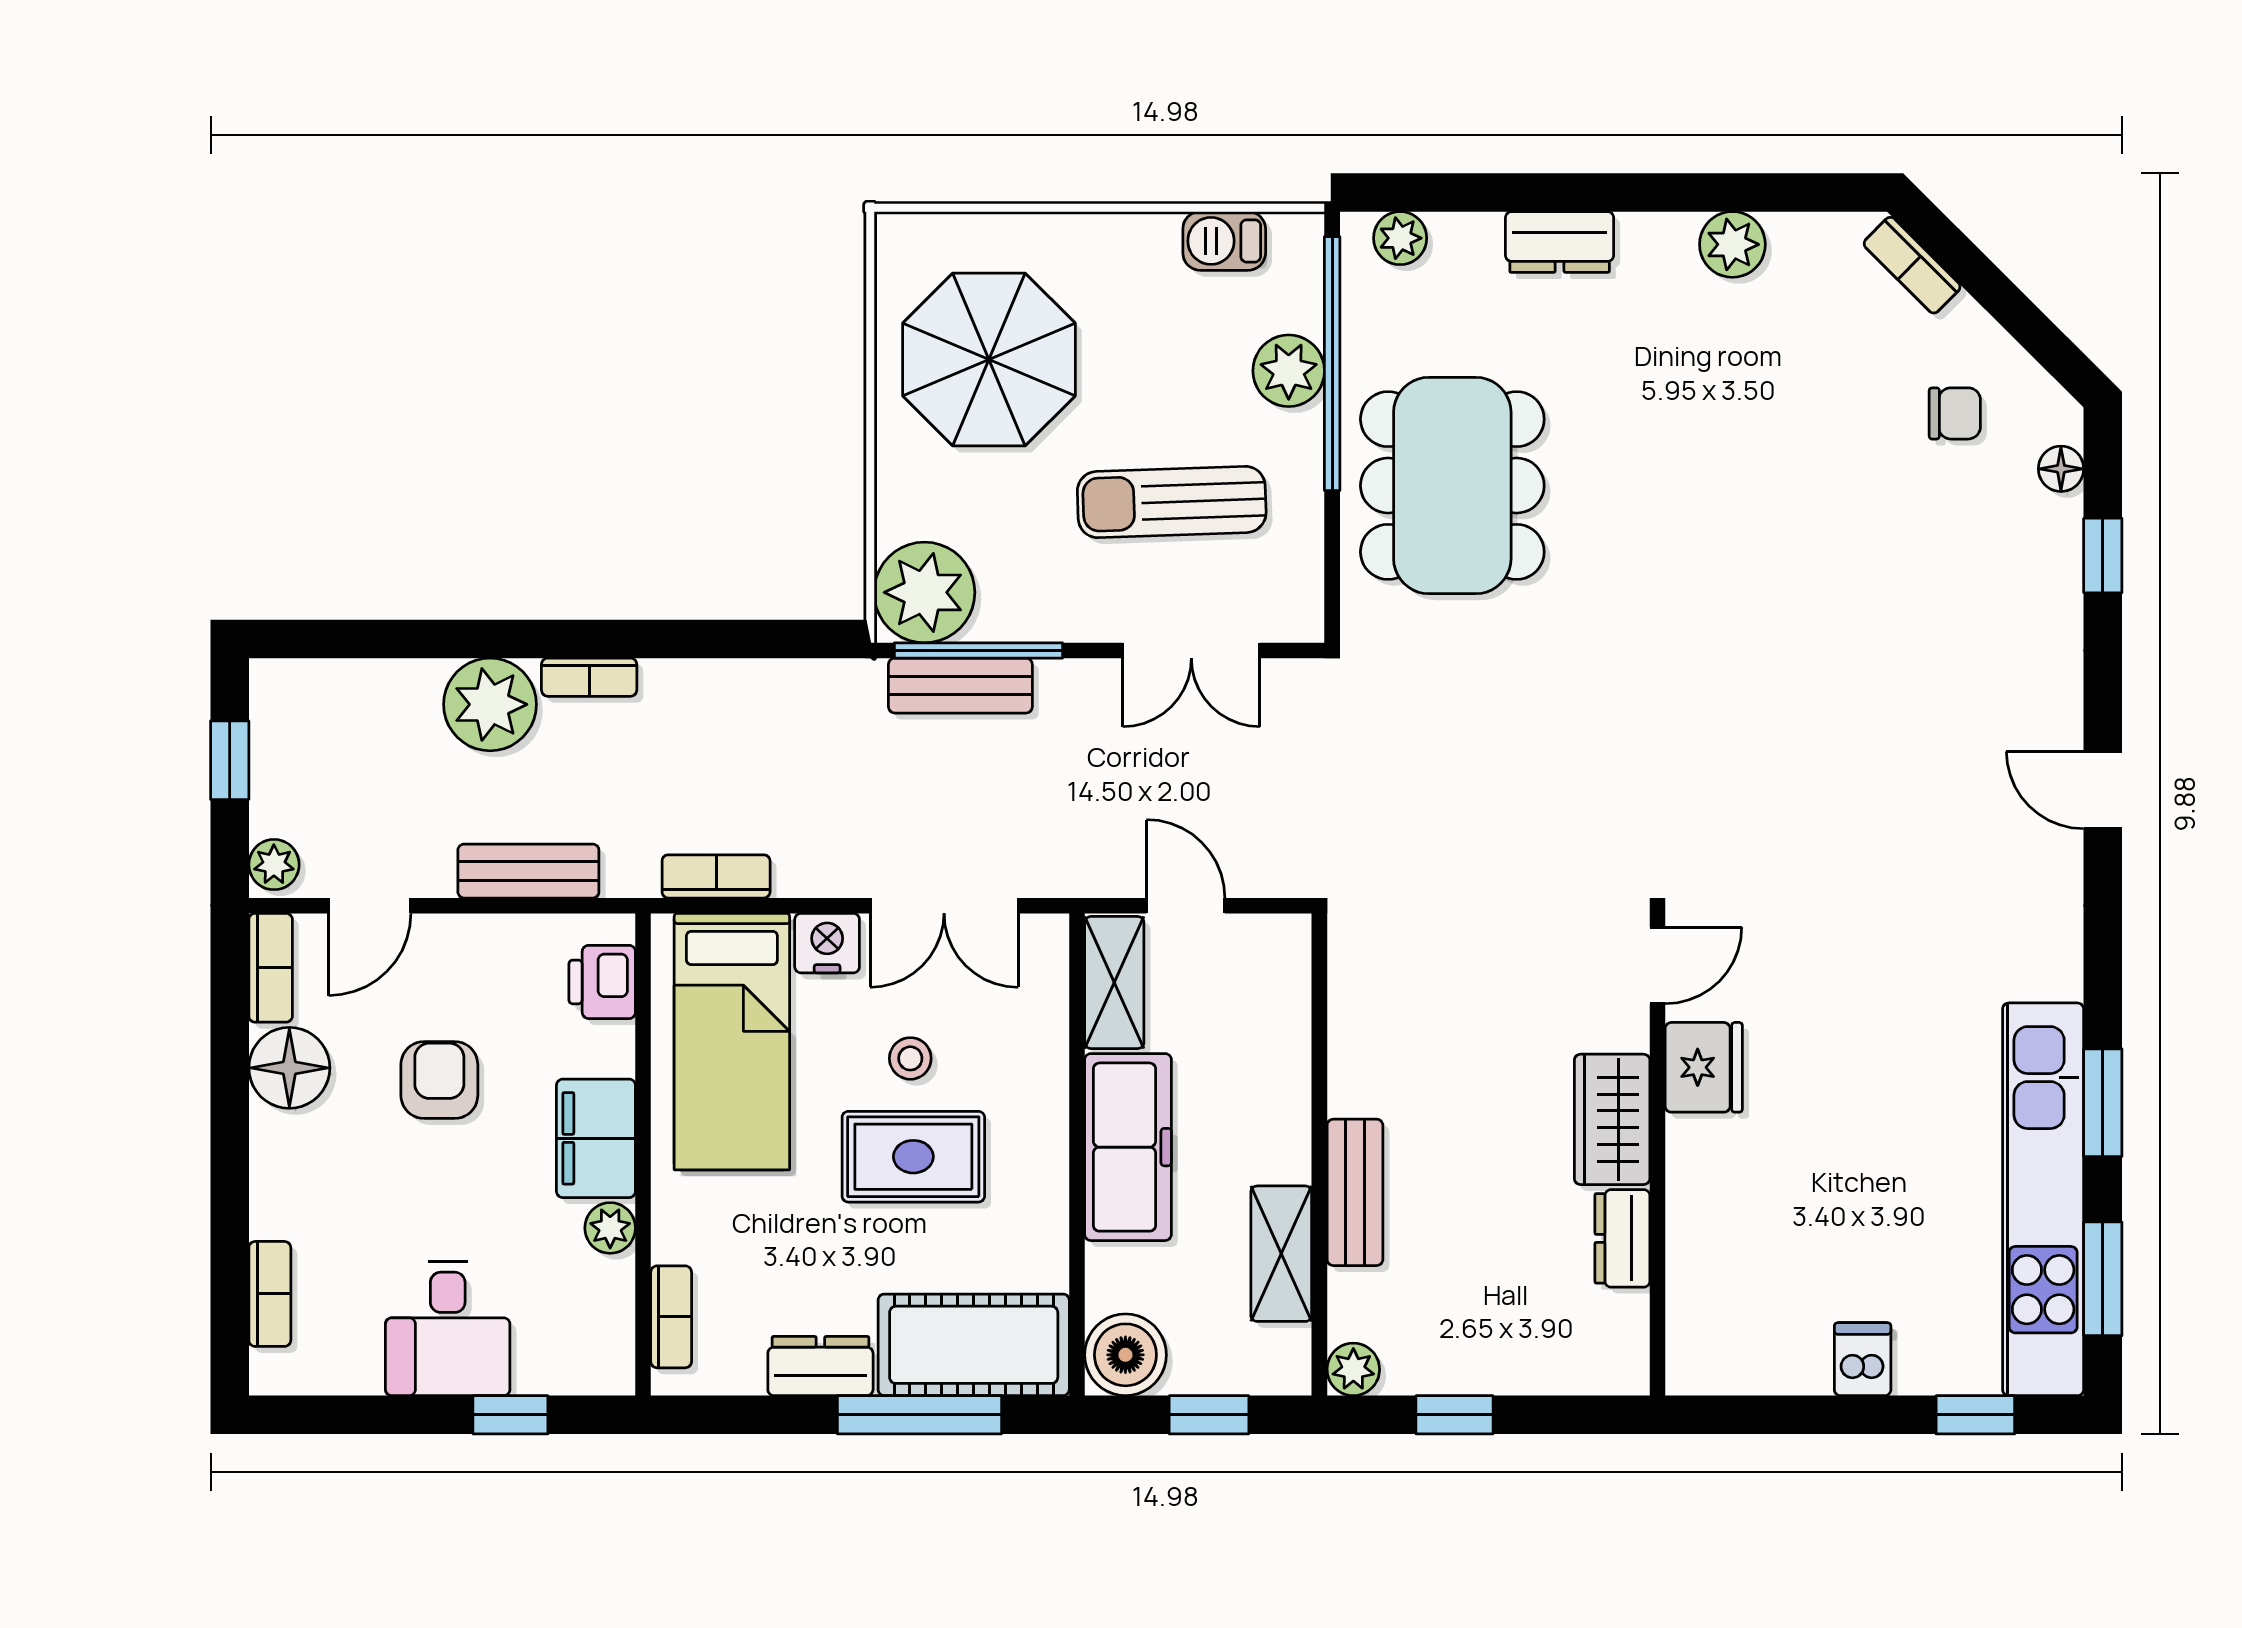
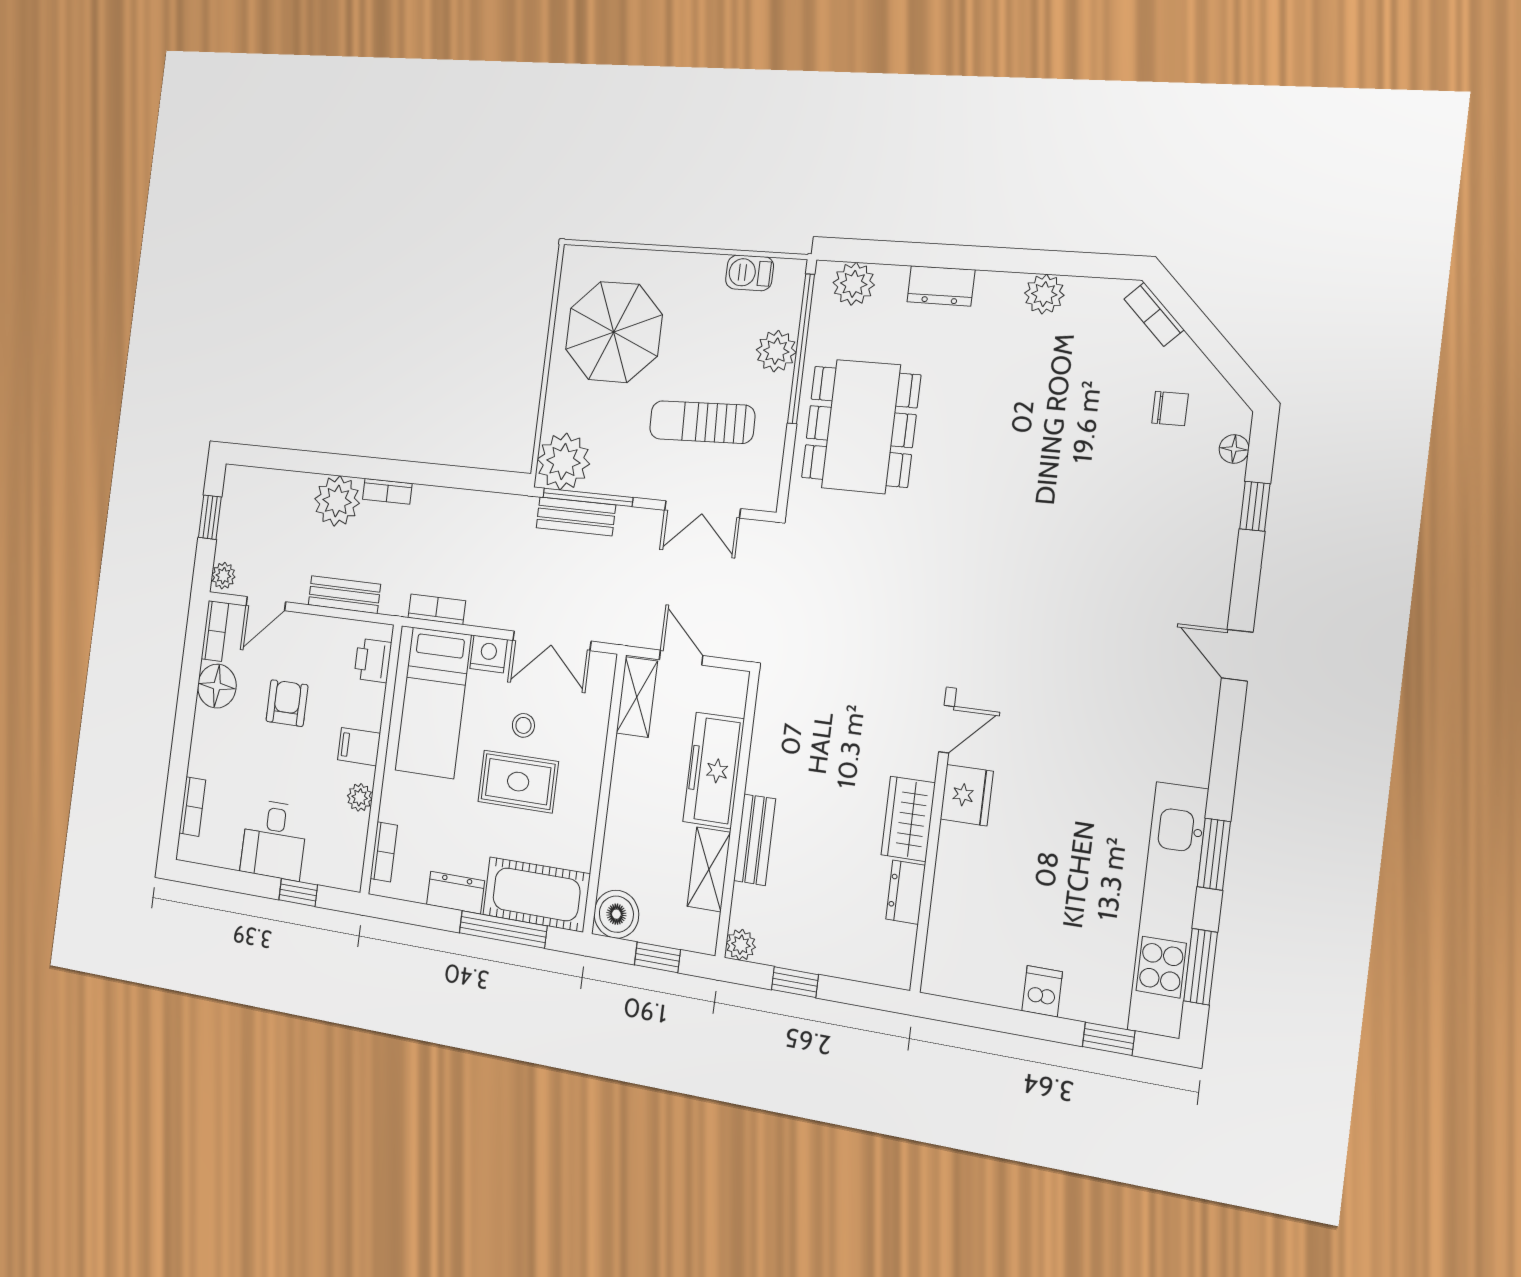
plant: (1400, 238) -> (854, 284), width x1.38, depth x1.38
filing cabinet: (596, 1138) -> (359, 747), width x0.50
freezer: (1128, 1147) -> (714, 770), moved, turned 180

